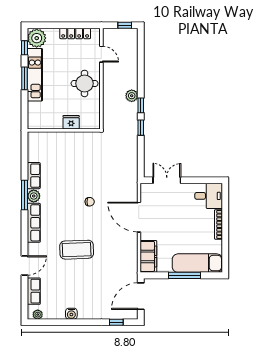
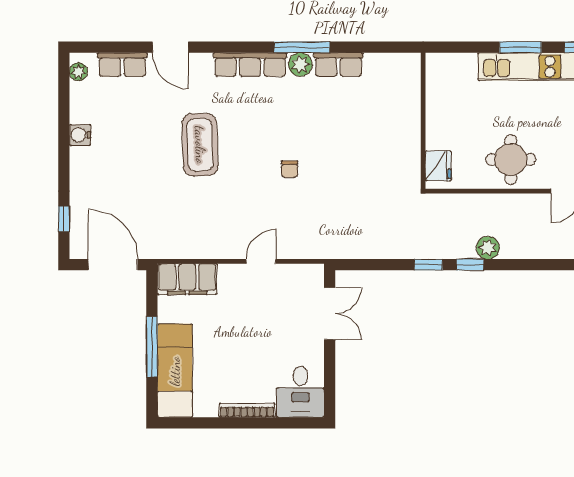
fridge: (71, 122) -> (438, 166), moved
door: (139, 217) -> (261, 261), width x0.53

